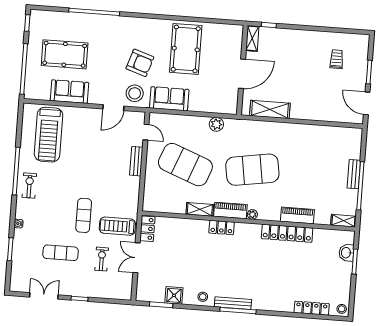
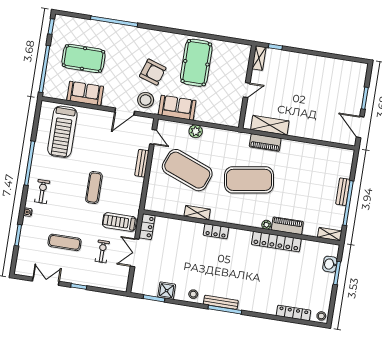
trolley: (337, 59) -> (336, 84), removed
door: (242, 74) -> (247, 90), width x0.53
plant: (216, 124) -> (196, 131), moved
exercise bike: (29, 186) -> (42, 191), moved
piano: (230, 210) -> (265, 143), moved, turned 180
plant: (252, 214) -> (266, 225), moved
exercise mat: (84, 215) -> (94, 188), moved

